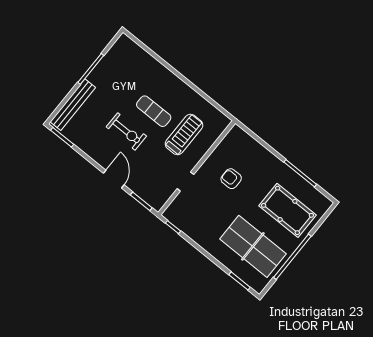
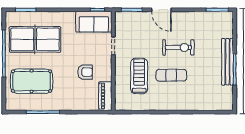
bench: (73, 105) -> (227, 62), moved
exercise bike: (126, 131) -> (178, 47), turned 180
treadmill: (184, 134) -> (139, 76), turned 180
piano: (230, 141) -> (105, 96), added
sofa: (185, 219) -> (94, 22), added

